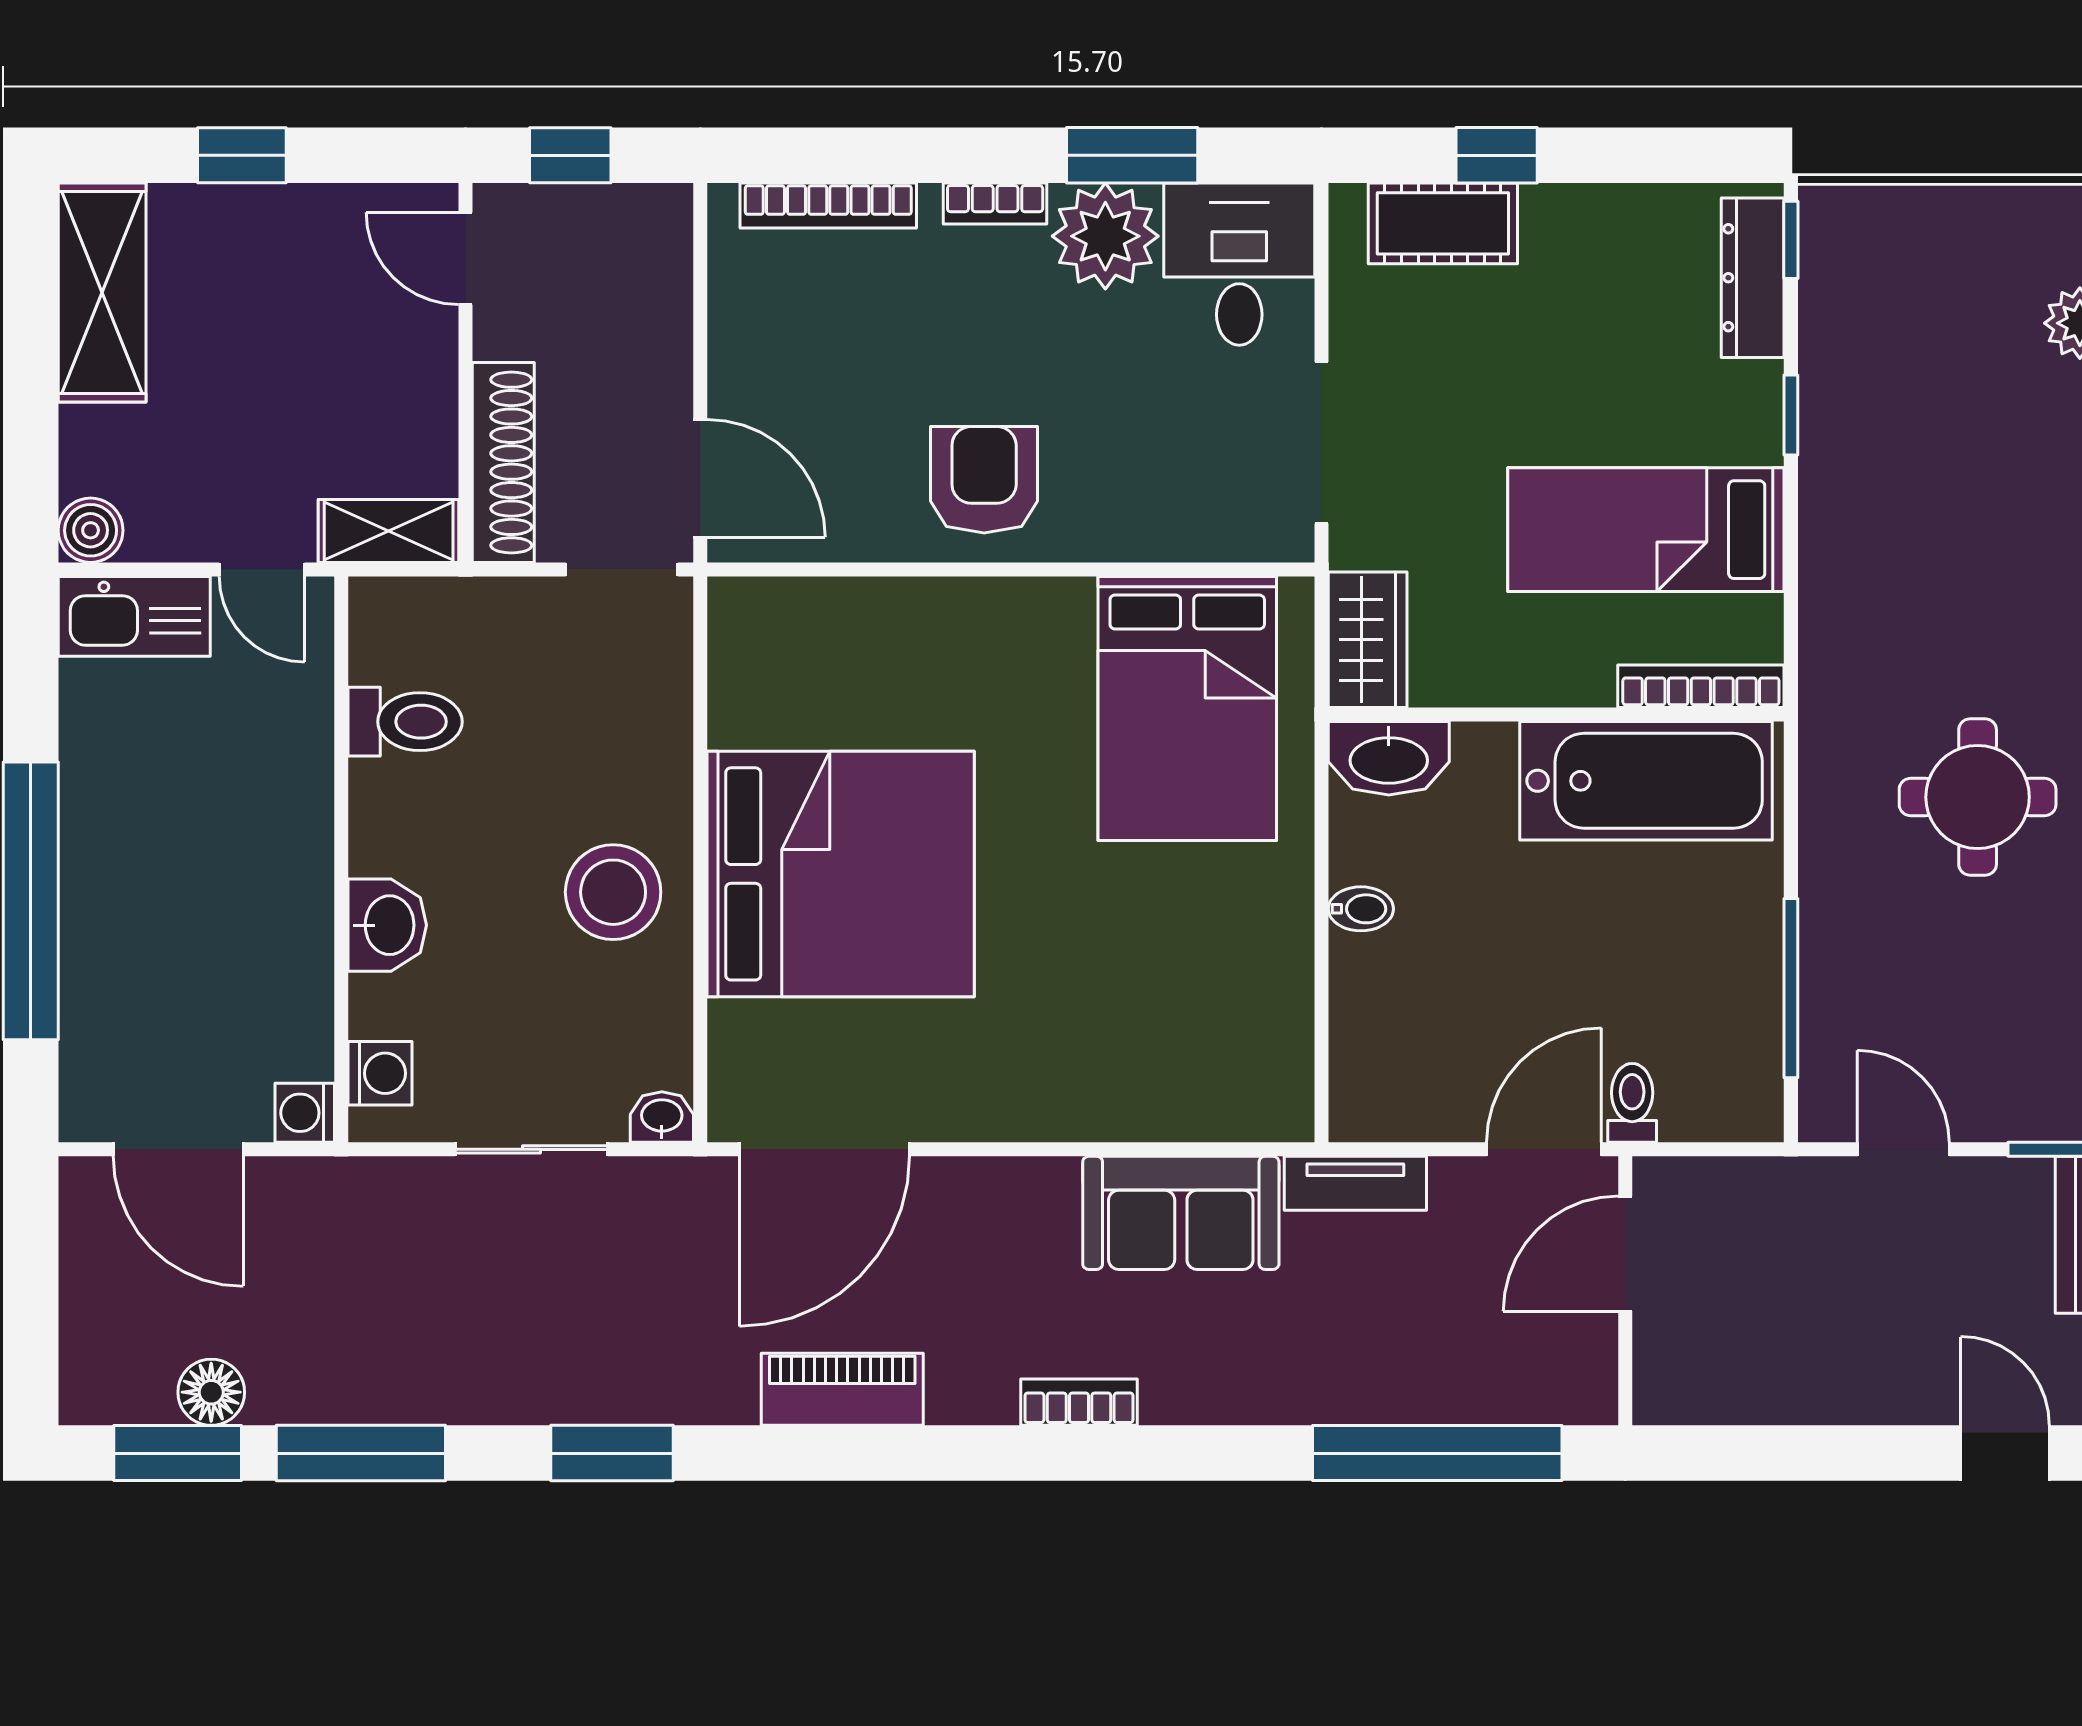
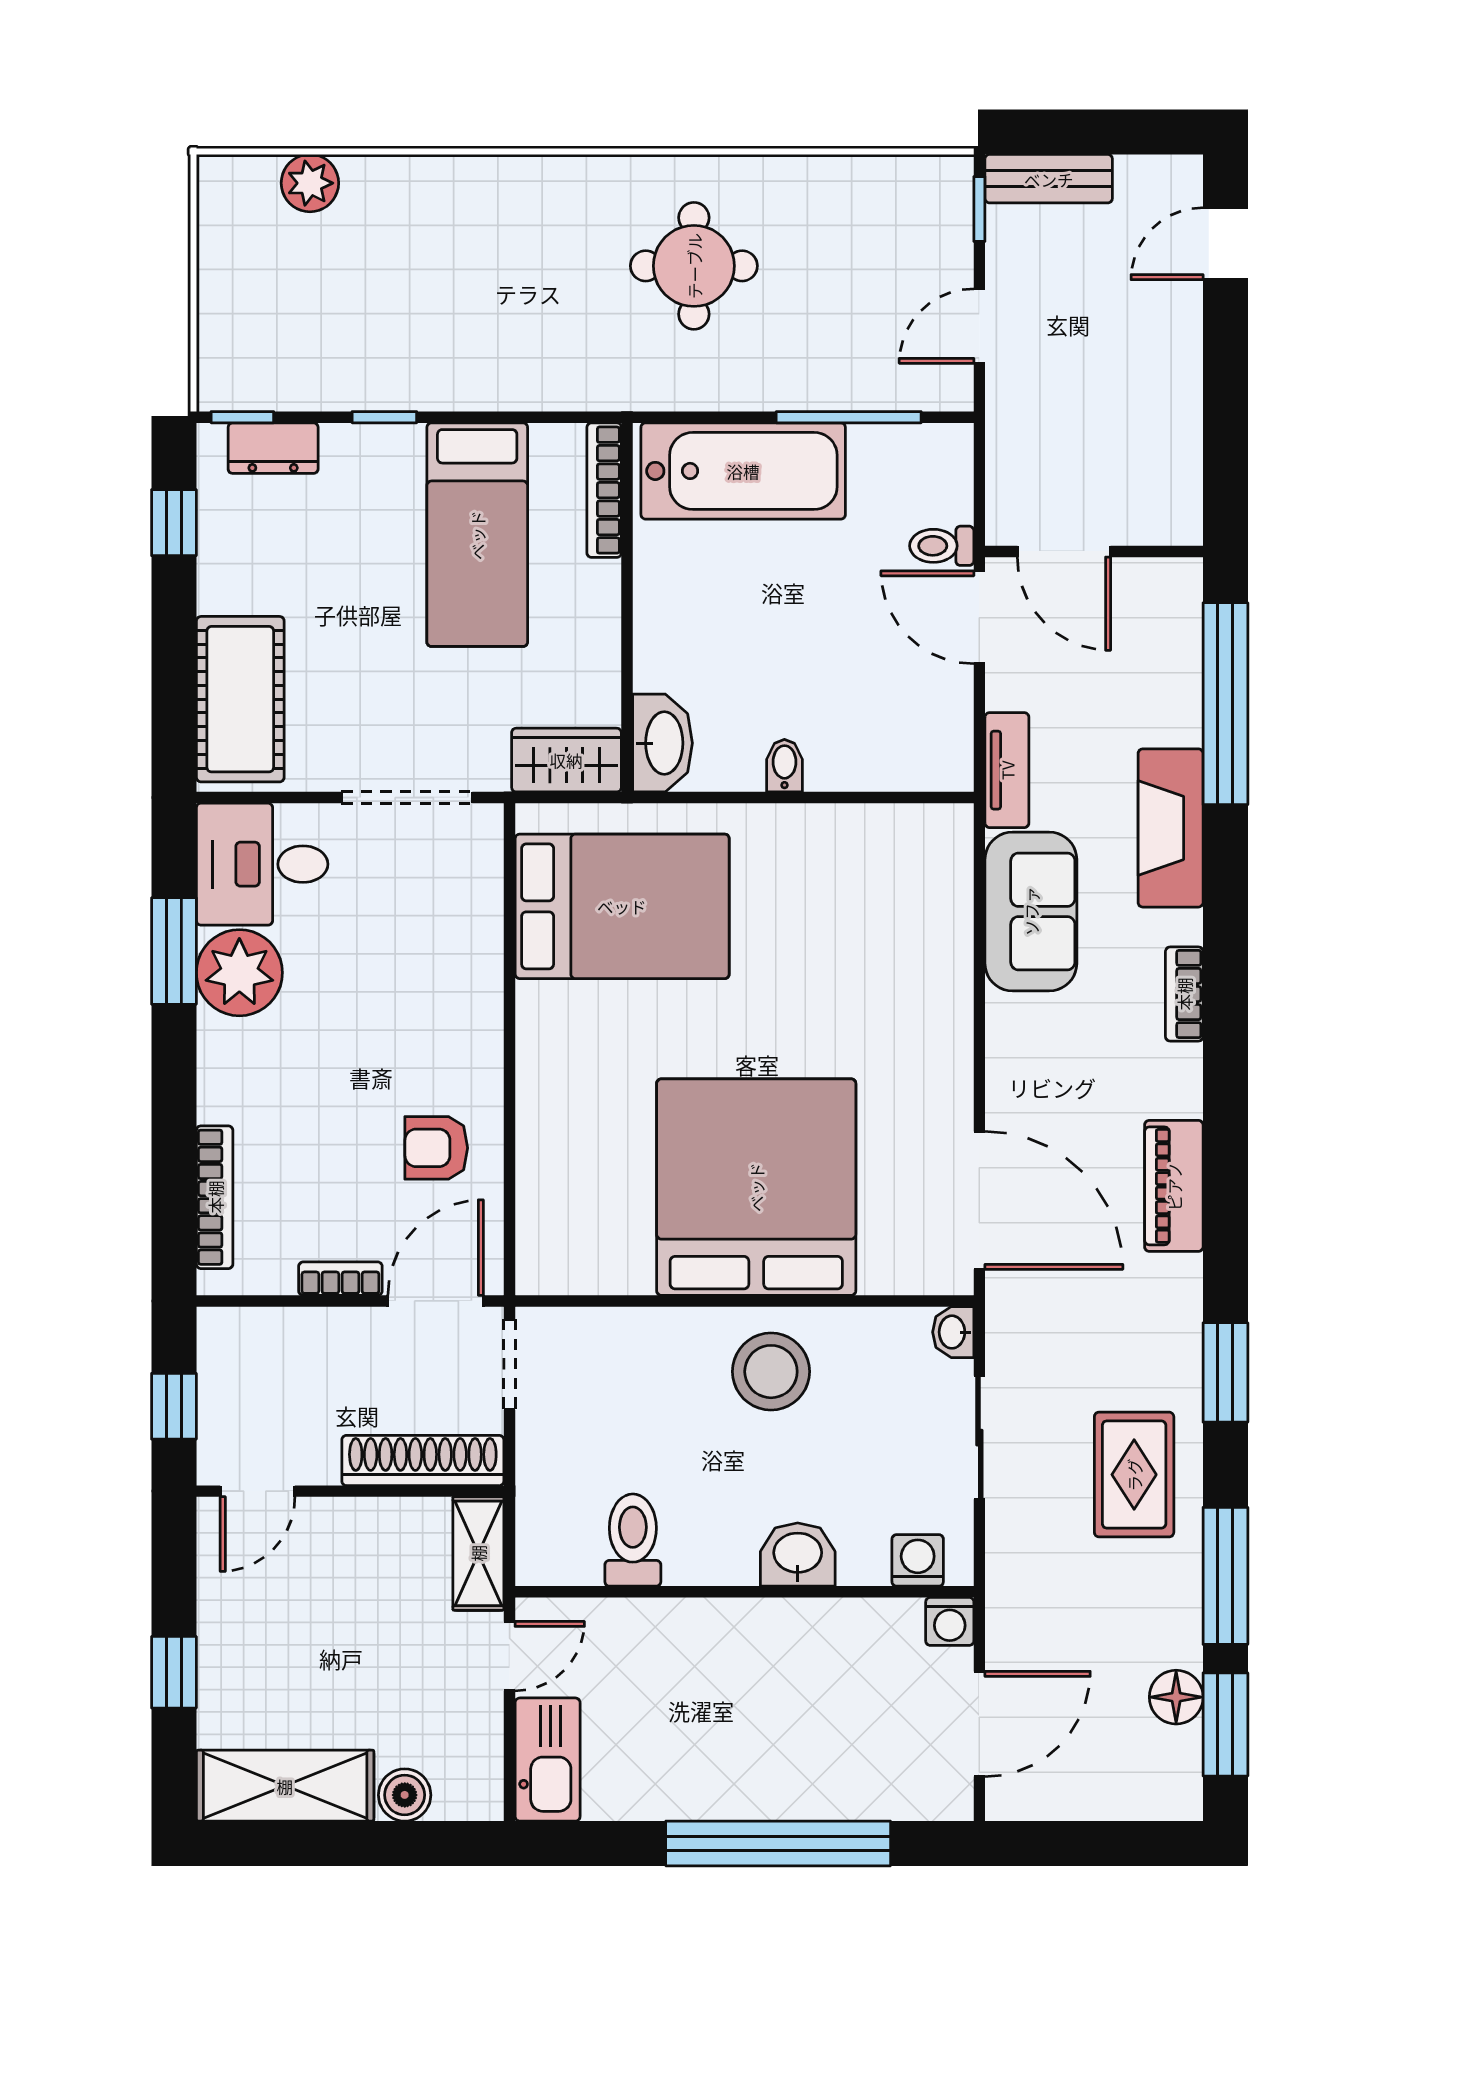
window: (1497, 155) -> (174, 523), moved
bookcase: (995, 204) -> (340, 1279), moved, turned -90
cot: (1443, 223) -> (240, 699), width x1.37, depth x1.34
dresser: (1753, 278) -> (273, 448), width x0.70
armchair: (984, 480) -> (436, 1148), moved, width x0.72, depth x0.72
boiler: (91, 530) -> (405, 1795), moved
bathtub: (1646, 781) -> (743, 471), moved, turned 90
rug: (486, 1340) -> (1134, 1475), added
fireplace: (1284, 1385) -> (1171, 828), added

